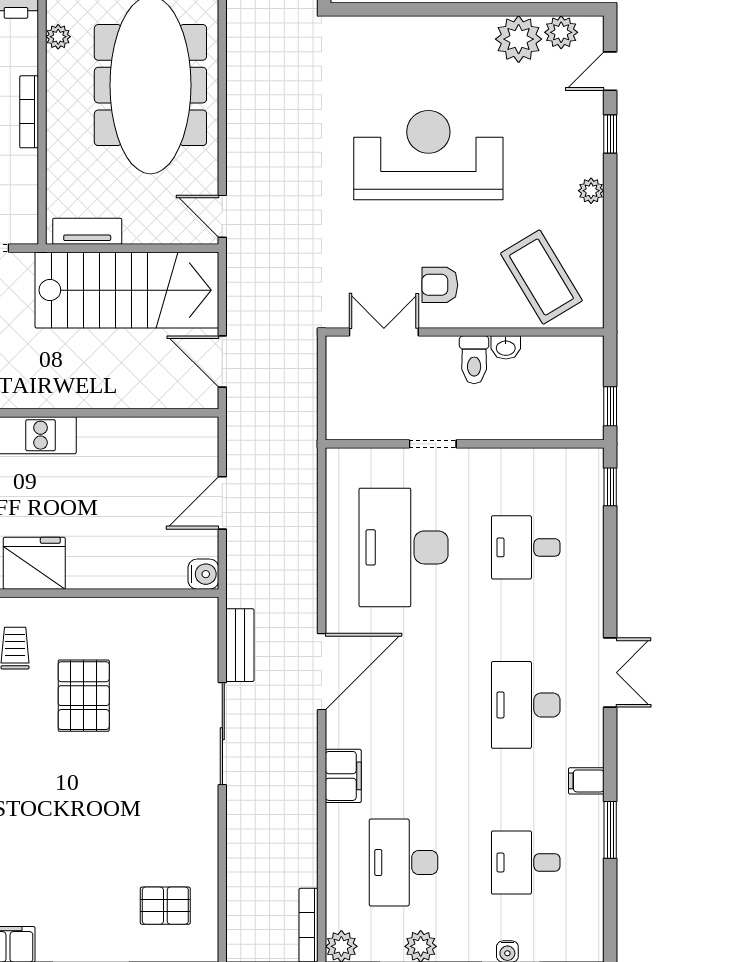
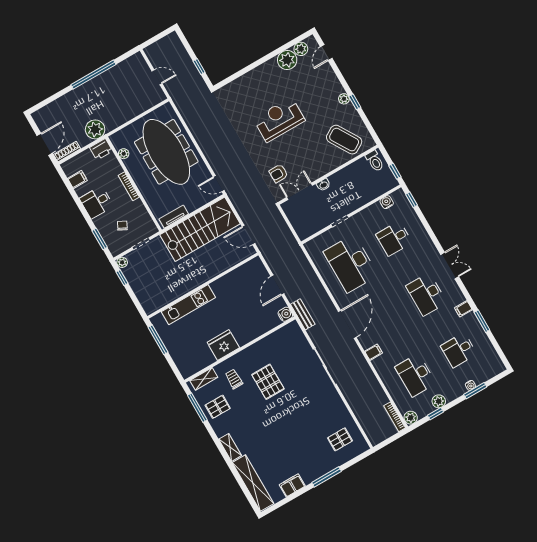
window: (610, 134) -> (355, 102), moved
reception desk: (428, 155) -> (279, 120), width x0.74, depth x0.77
armchair: (440, 285) -> (279, 173), moved
washbasin: (506, 347) -> (324, 185), moved
toilet: (474, 360) -> (375, 161), moved
water cooler: (555, 461) -> (387, 202), added
bench: (240, 645) -> (303, 314), moved
filing cabinet: (343, 776) -> (374, 352), width x0.50

